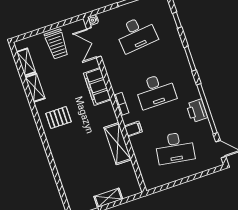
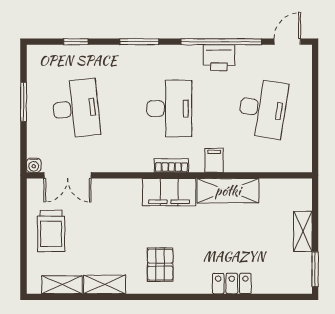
trolley: (56, 44) -> (51, 231), turned 90
filing cabinet: (97, 87) -> (169, 192), moved
locker: (62, 165) -> (232, 283), added

